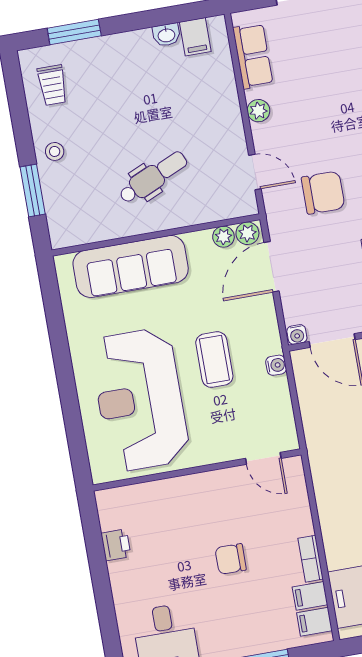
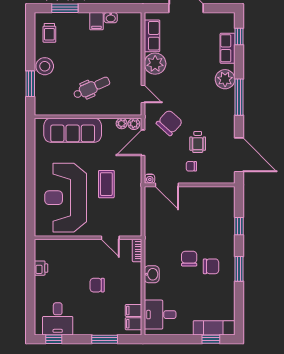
filing cabinet: (195, 37) -> (96, 21), moved
plant: (258, 111) -> (155, 64), width x1.87, depth x1.87
stool: (55, 151) -> (45, 66), width x1.89, depth x1.89
chair: (323, 193) -> (169, 123), moved, turned -48
water cooler: (276, 365) -> (137, 192), removed
door: (263, 458) -> (110, 238), moved
washbasin: (333, 519) -> (152, 274), added
bookcase: (311, 559) -> (137, 250), moved

